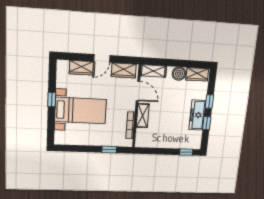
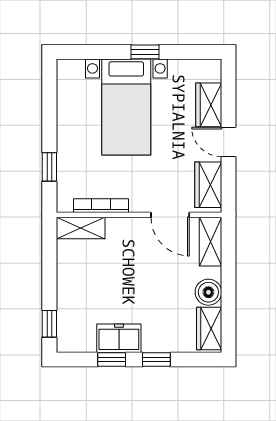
door: (138, 91) -> (170, 215), hinge flipped
freezer: (197, 115) -> (119, 338), width x0.71
shelving: (143, 116) -> (81, 228), moved

